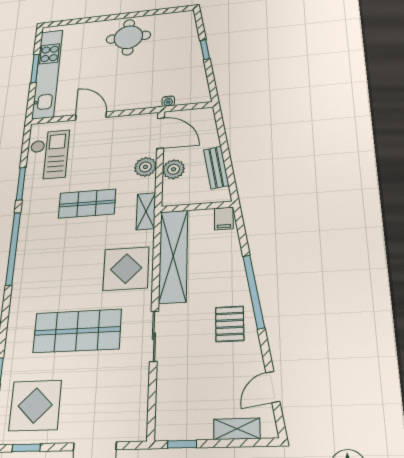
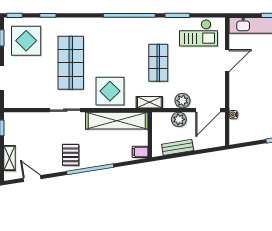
pallet: (230, 324) -> (71, 155), turned 90

